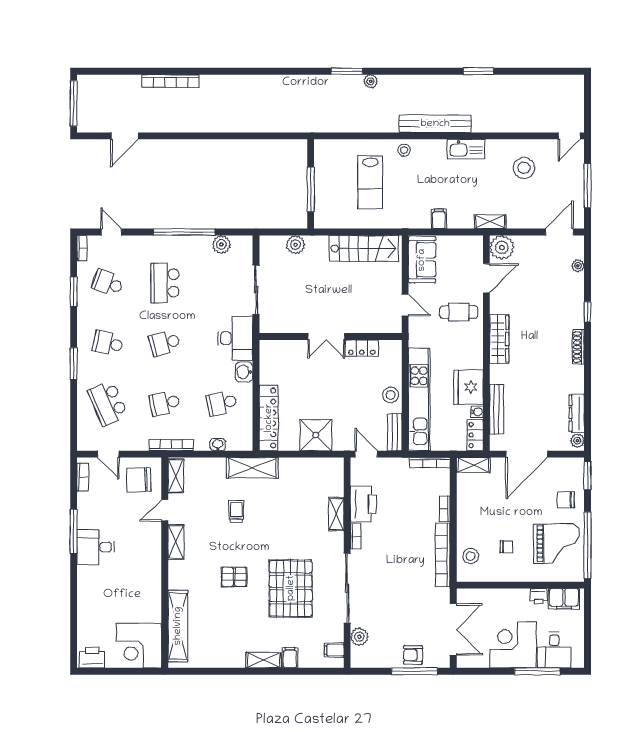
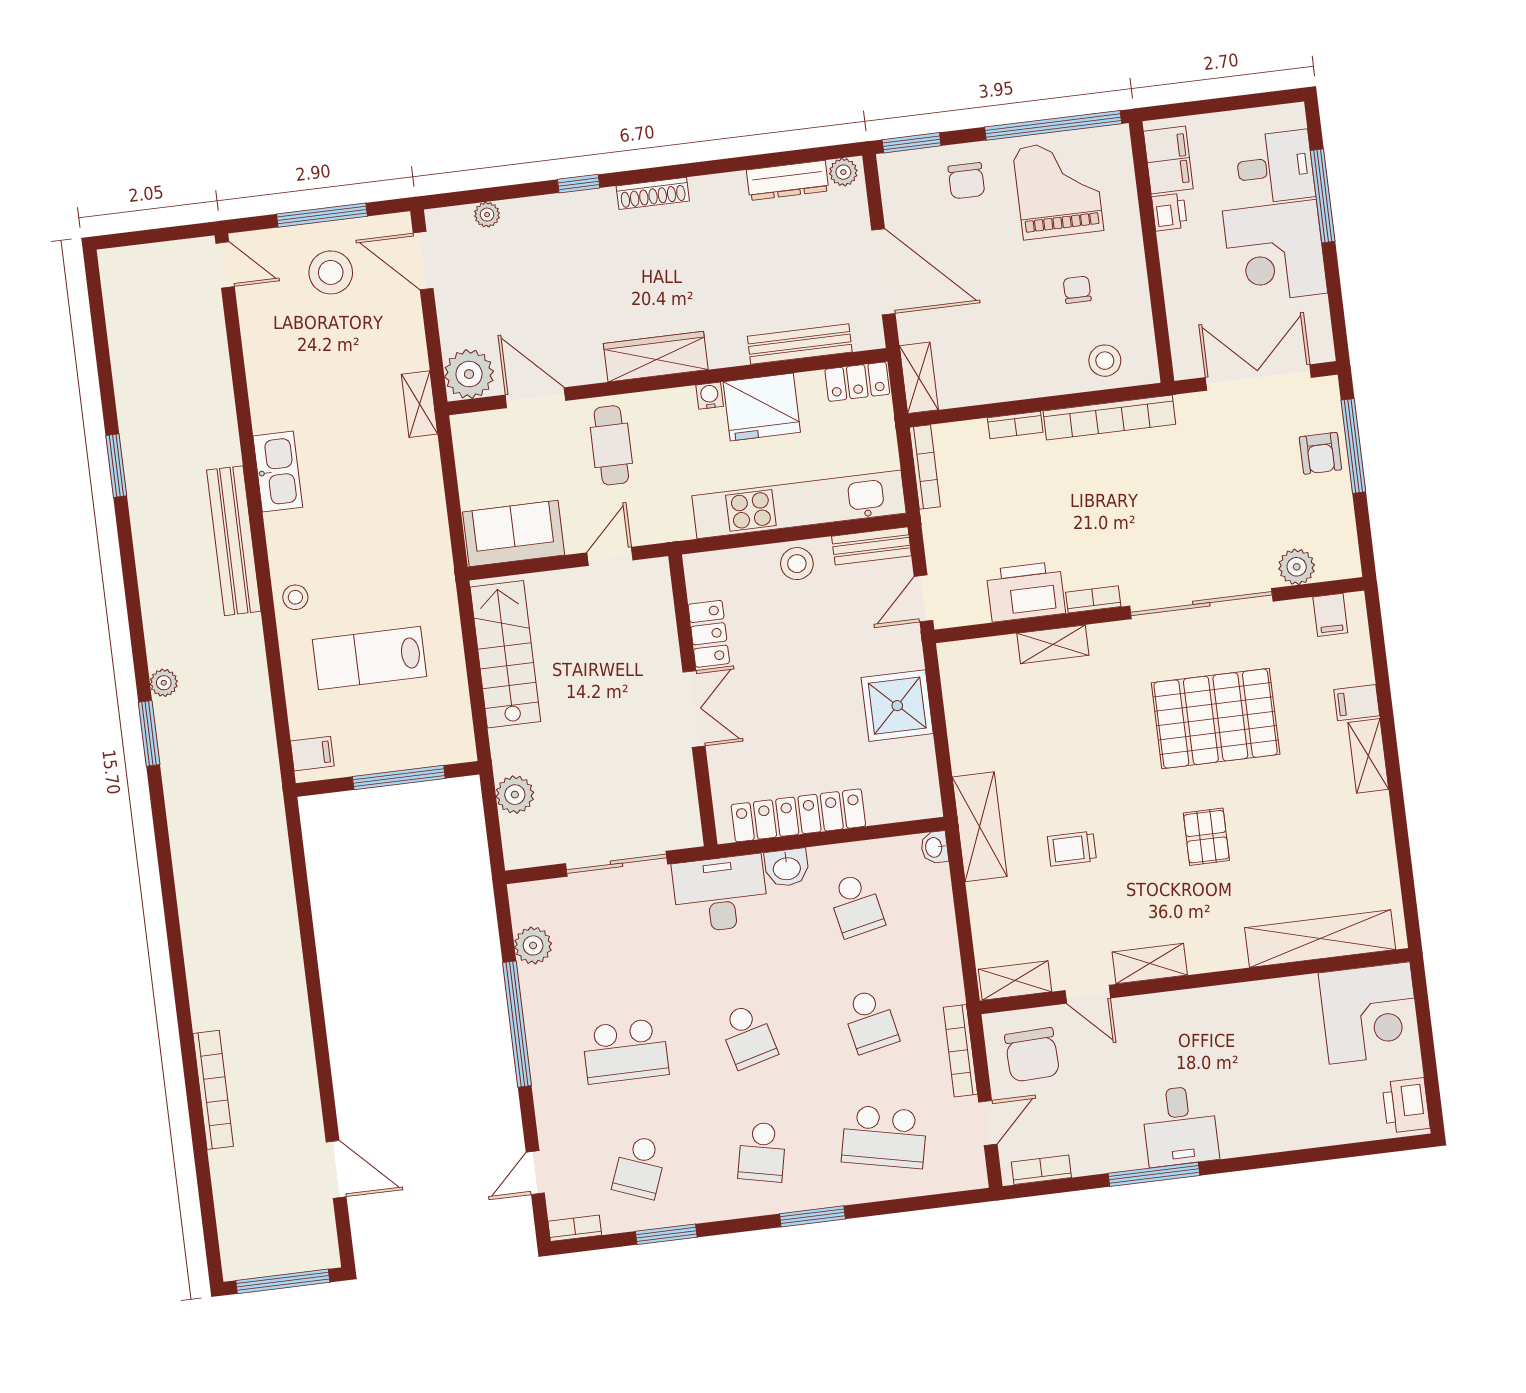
stool: (524, 168) -> (331, 272), moved
lab bench: (370, 182) -> (369, 658), turned 180
filing cabinet: (439, 219) -> (312, 754), moved, turned 180
school desk: (108, 403) -> (884, 1137), turned 36
water cooler: (477, 412) -> (710, 396), moved
locker: (269, 418) -> (798, 815), moved
bookcase: (171, 445) -> (960, 1051), moved
washbasin: (218, 445) -> (934, 847), moved

